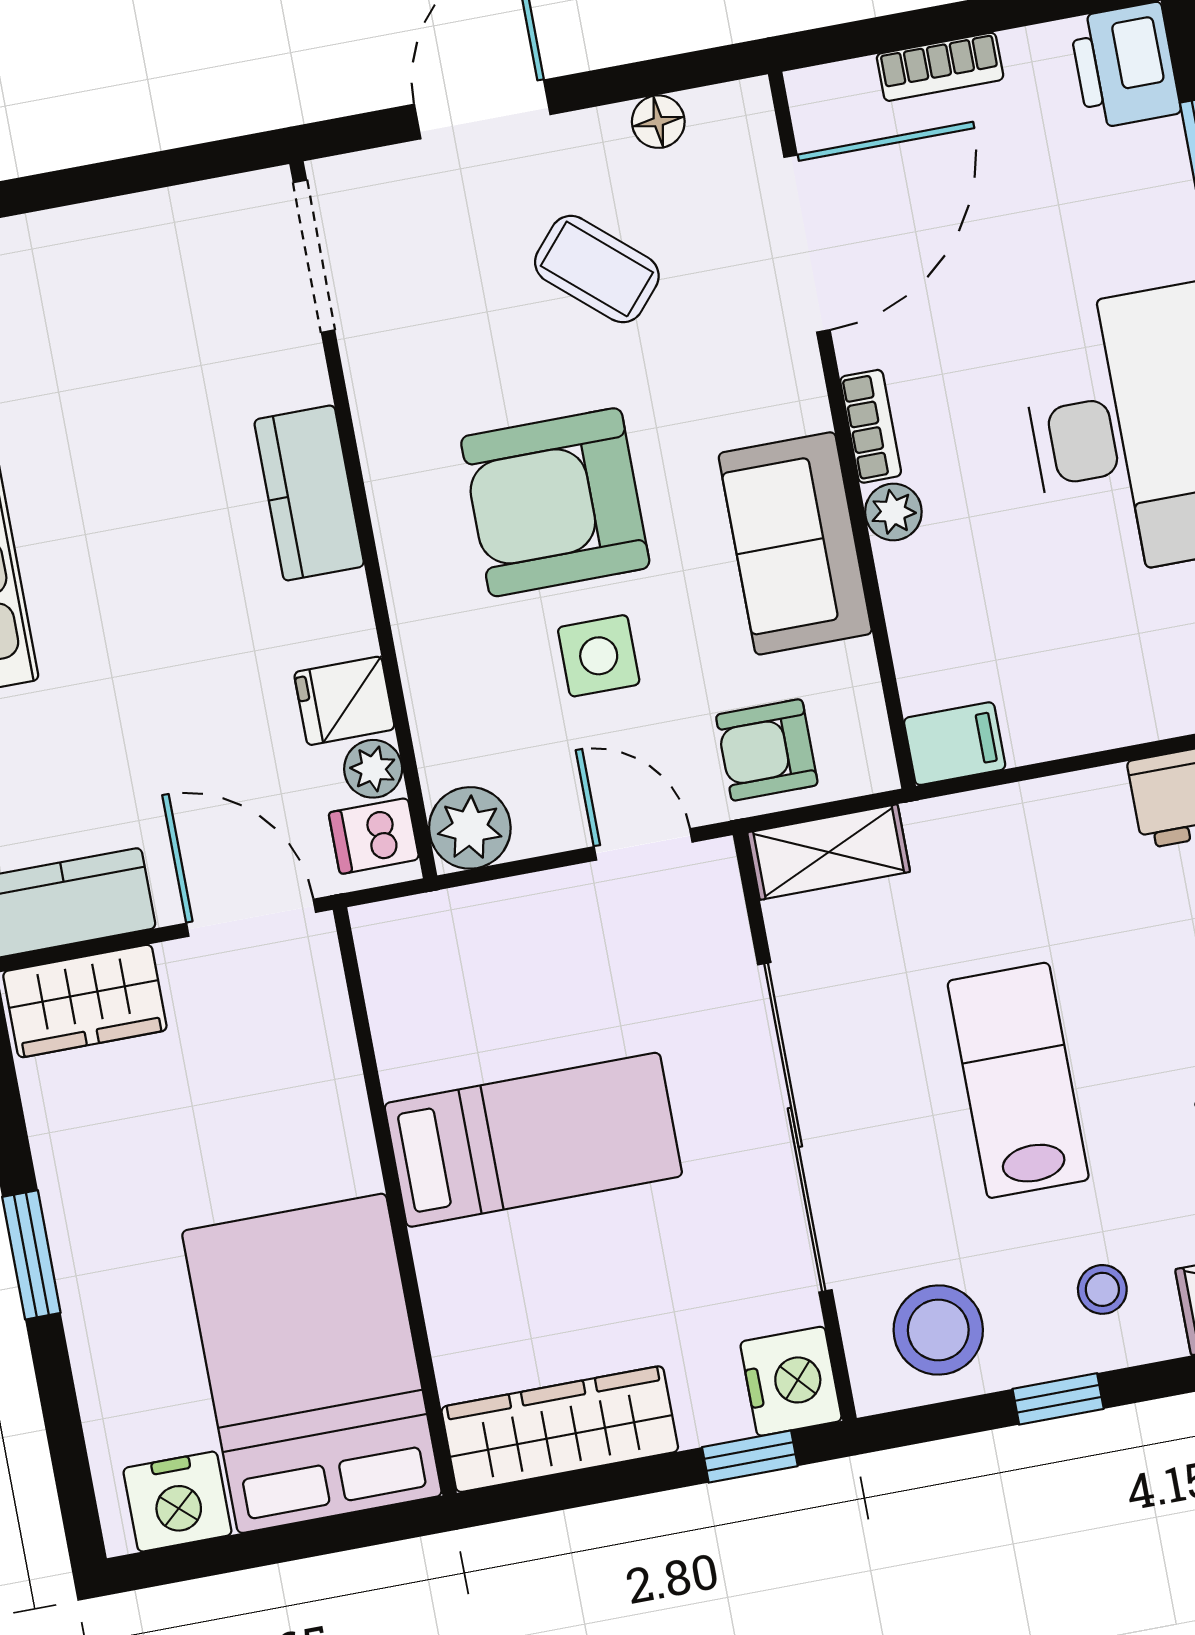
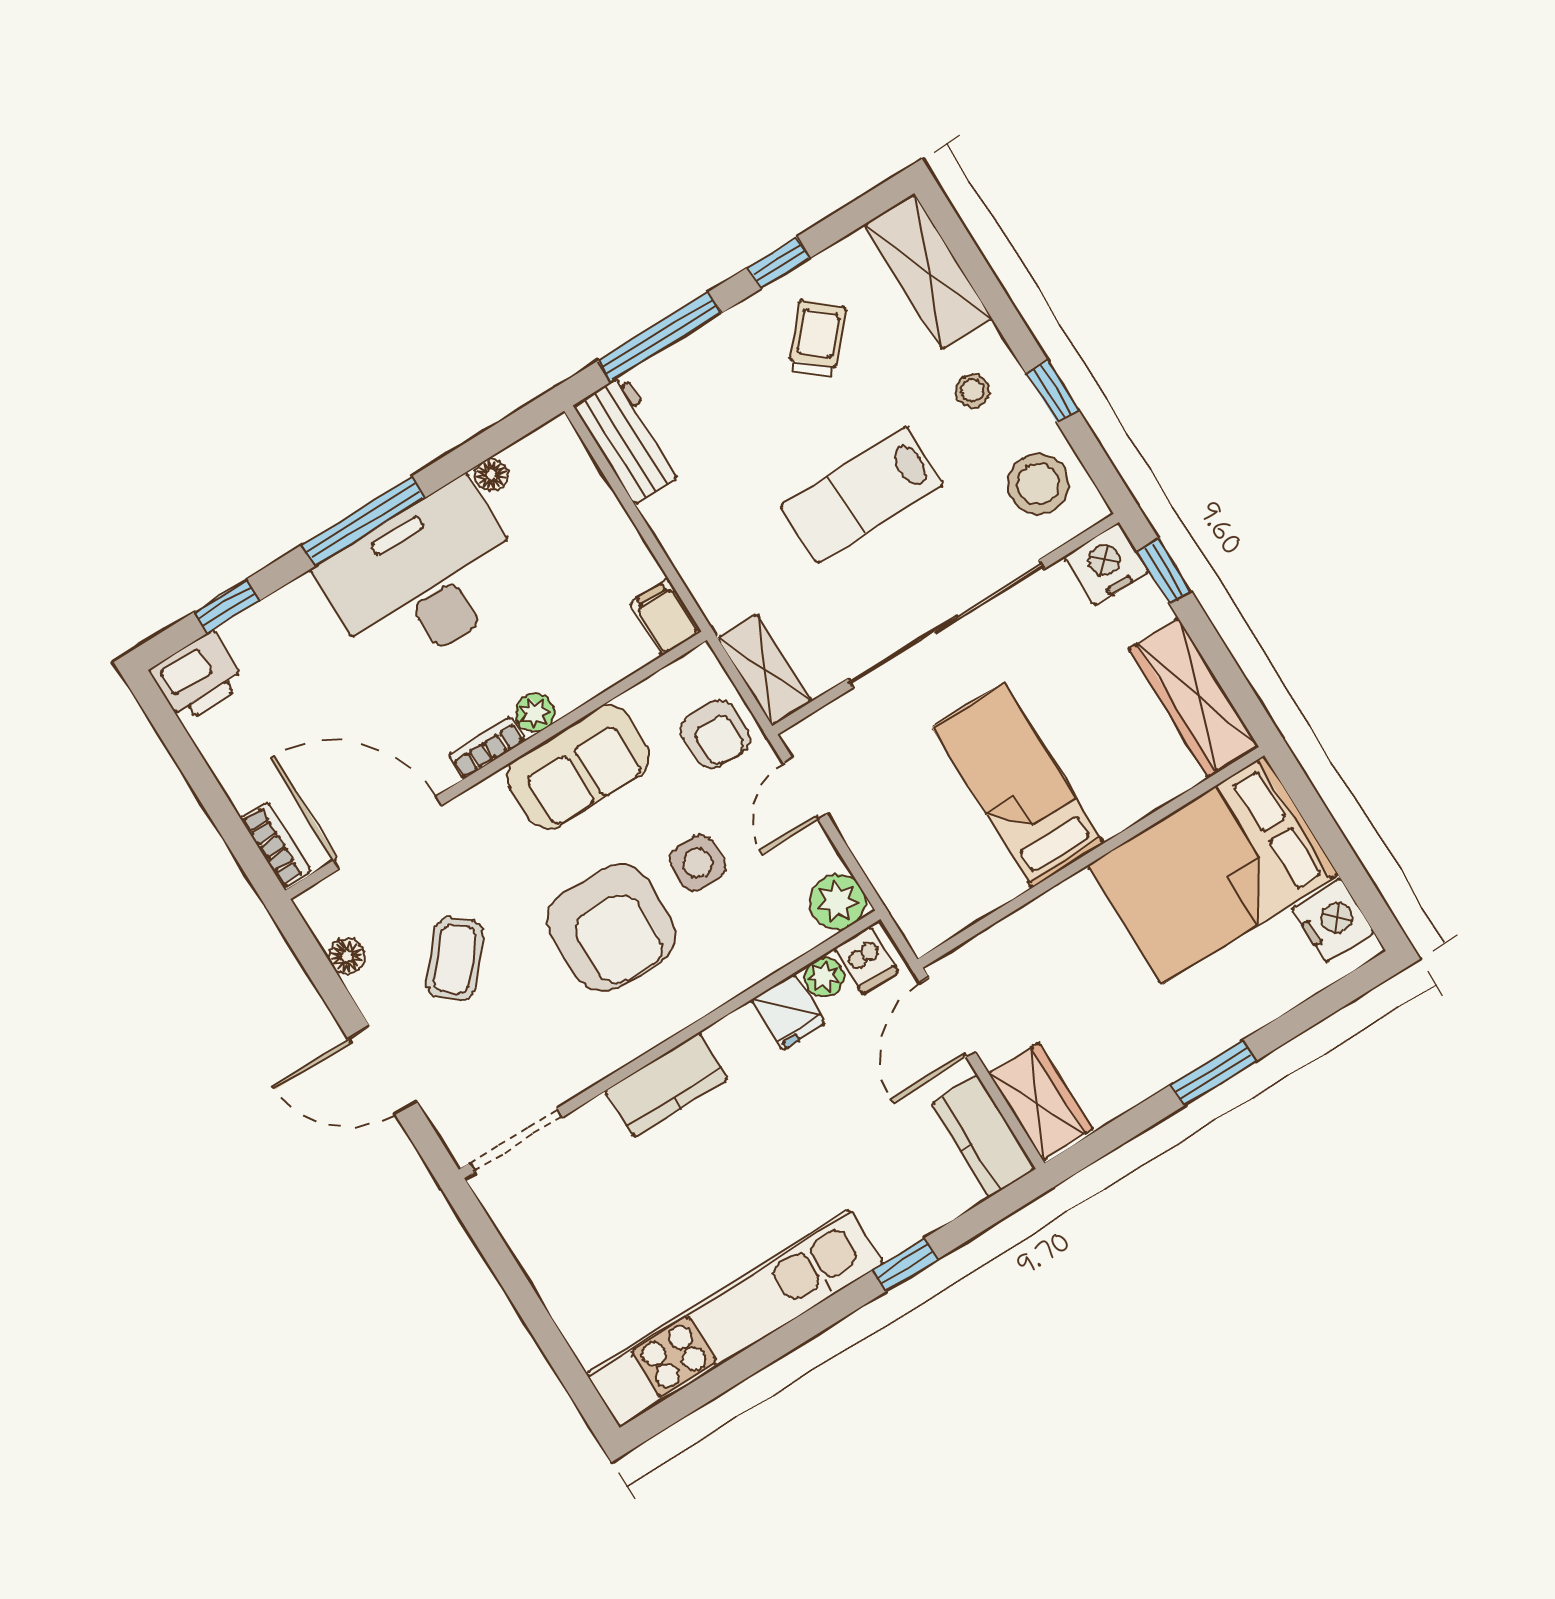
bookcase: (940, 67) -> (276, 845), moved

